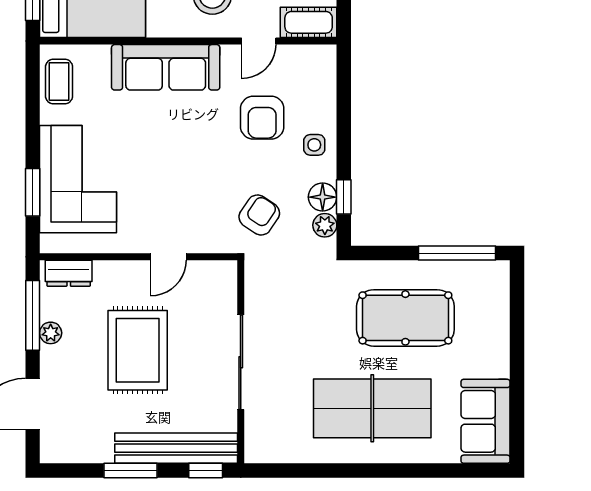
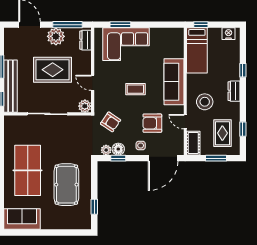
coffee table: (59, 82) -> (135, 89), moved
door: (344, 93) -> (163, 158), added
window: (457, 253) -> (94, 207), width x0.46
plant: (222, 275) -> (85, 106), added
plant: (51, 333) -> (56, 36), width x1.87, depth x1.87

